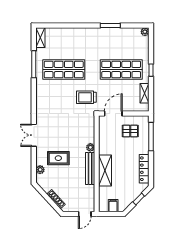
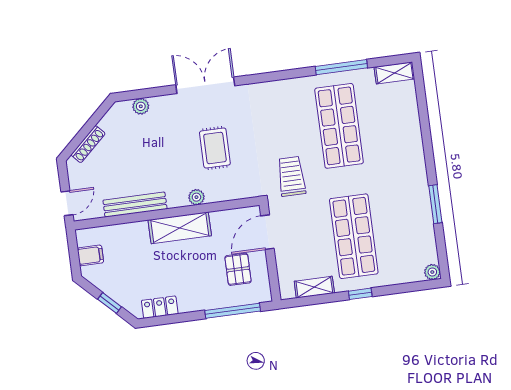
door: (113, 113) -> (267, 232), swing flipped
double door: (34, 135) -> (205, 85), width x1.37
rug: (58, 158) -> (215, 148), moved
bench: (90, 168) -> (135, 205), moved
locker: (144, 169) -> (160, 307), width x0.66
shelving: (105, 171) -> (180, 228), moved
door: (85, 214) -> (67, 203), swing flipped

